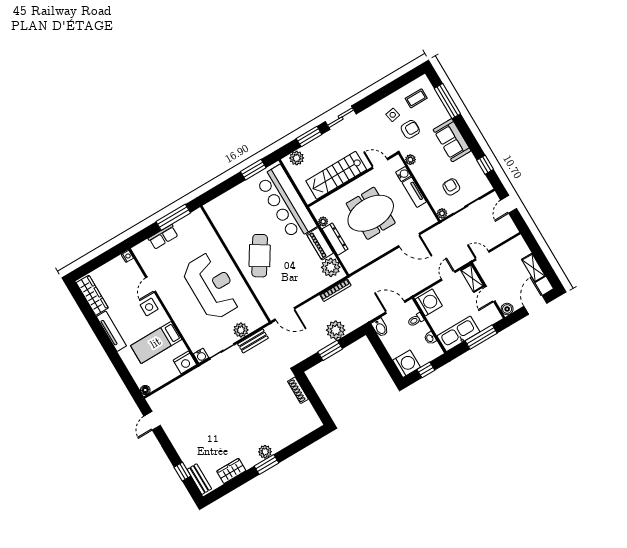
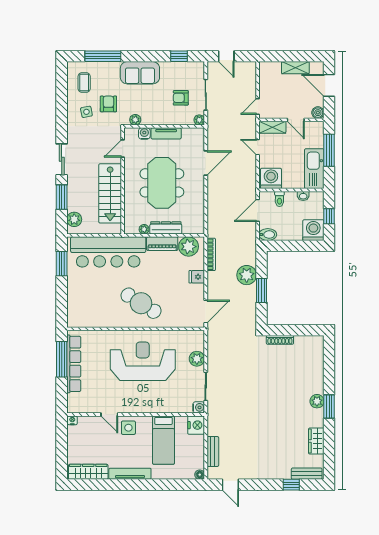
row of seats: (163, 237) -> (74, 364), width x2.02
fridge: (309, 289) -> (197, 277), added
bench: (253, 341) -> (213, 451), moved

